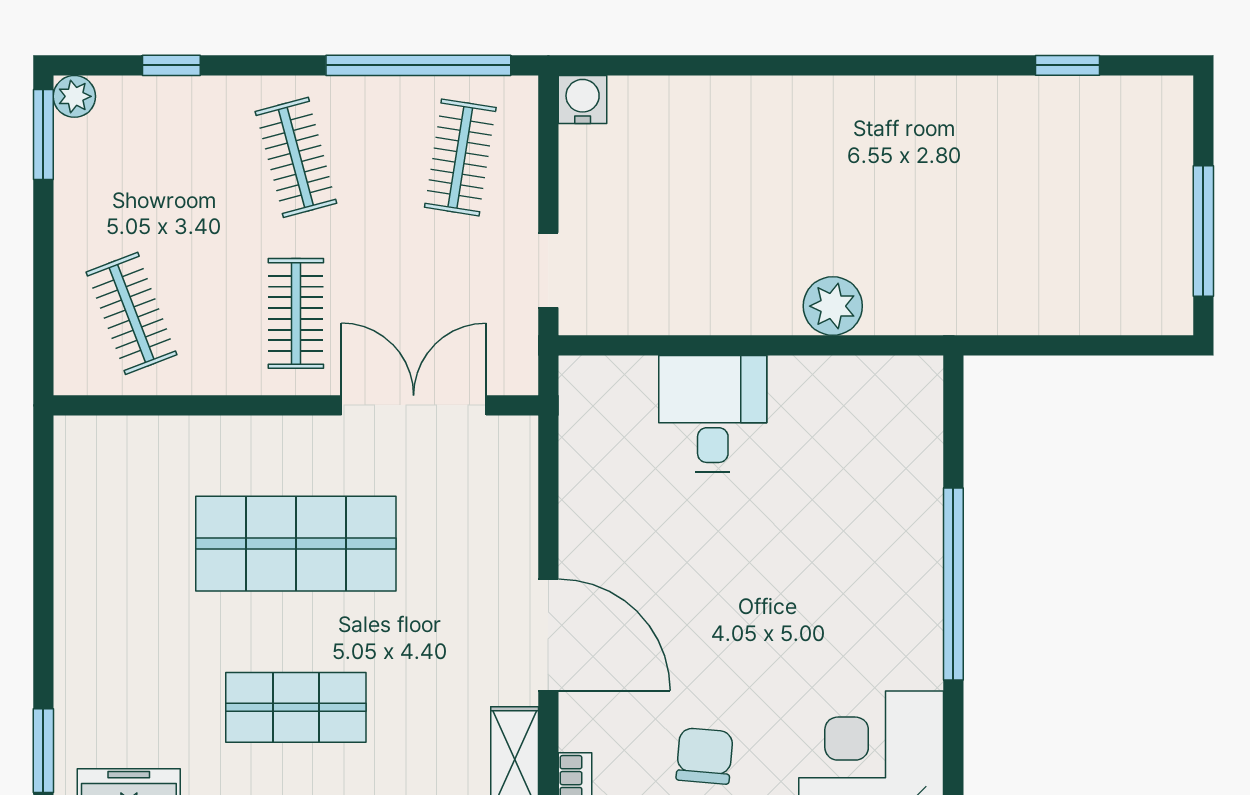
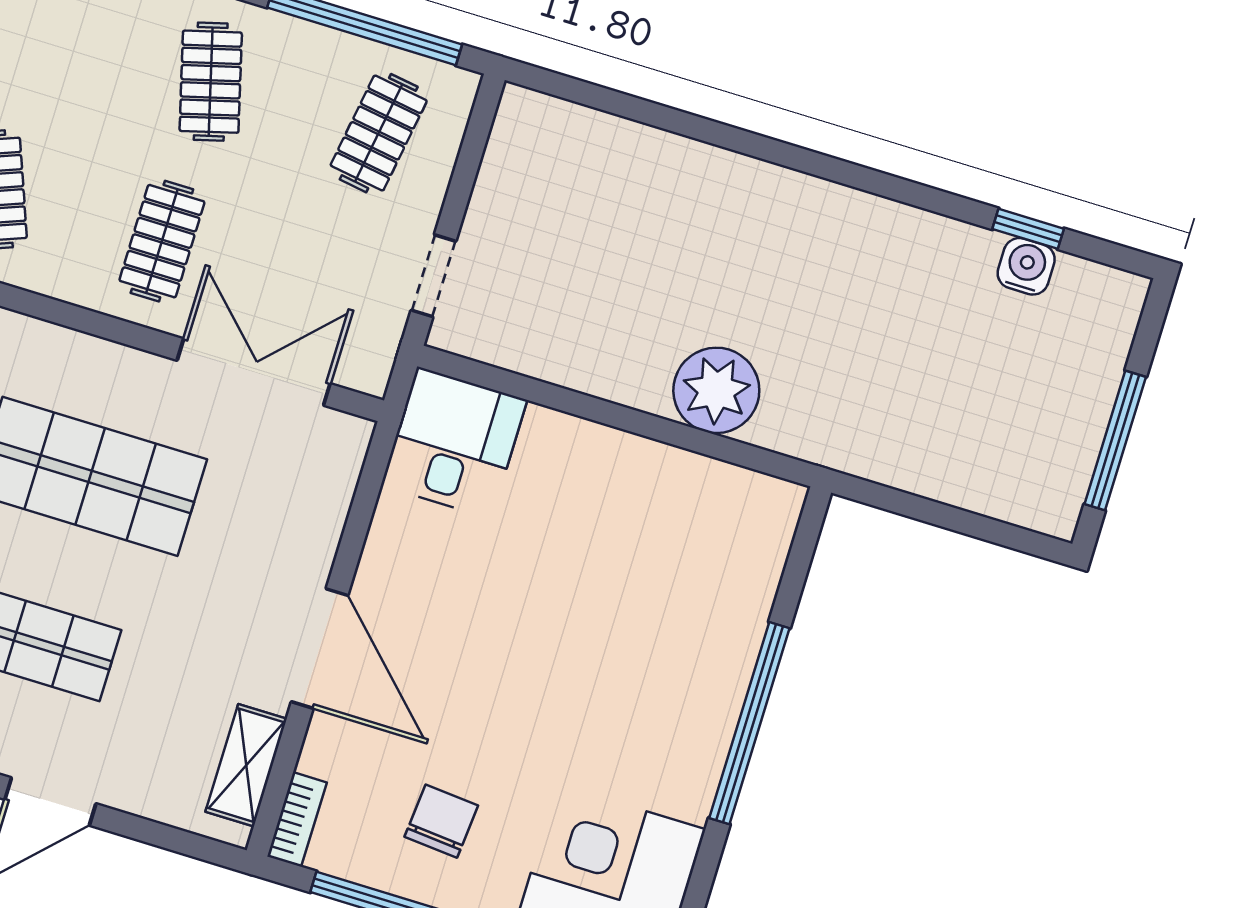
water cooler: (583, 100) -> (1026, 266), moved
plant: (833, 306) -> (716, 390), width x1.36, depth x1.36
desk: (713, 414) -> (454, 442), moved

